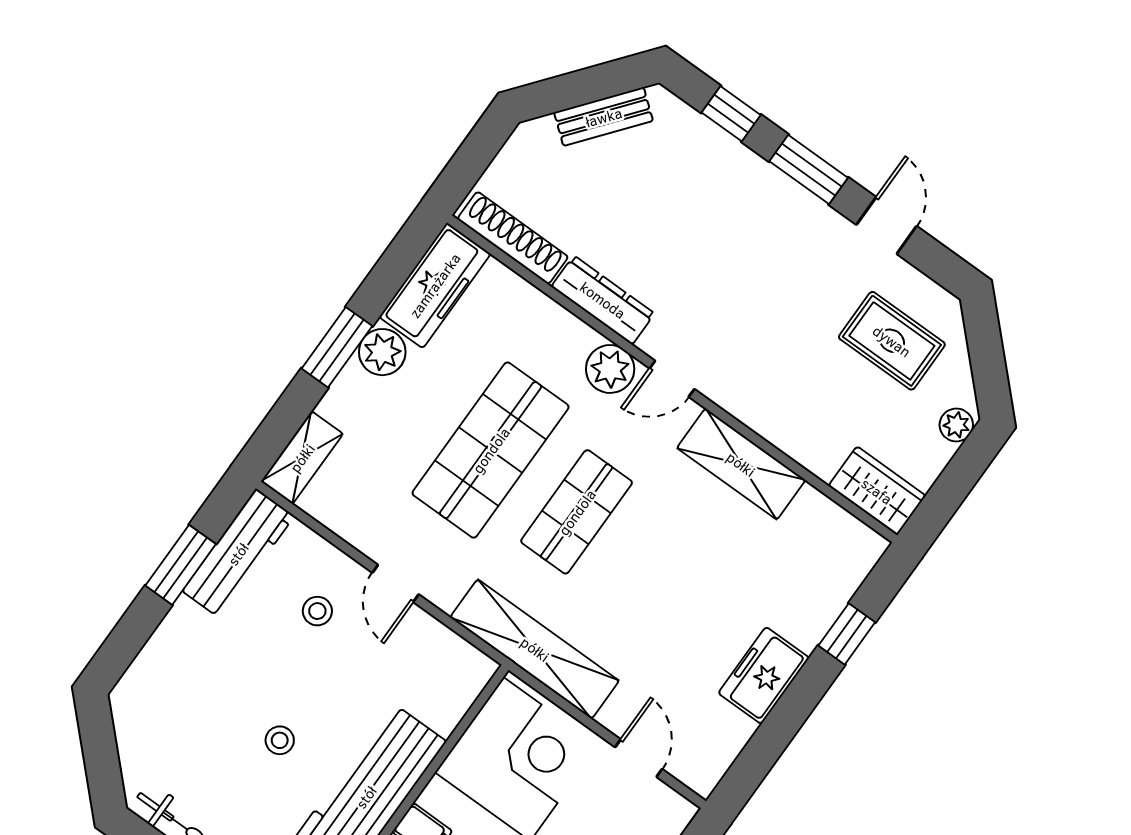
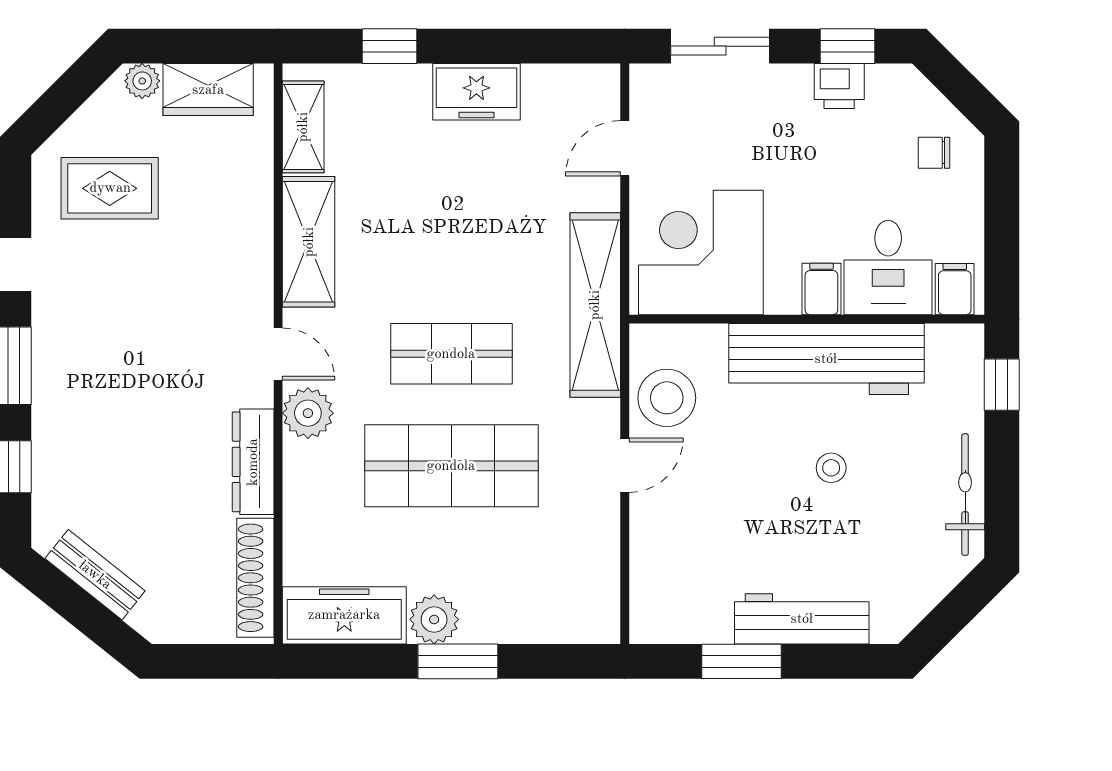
rug: (892, 341) -> (110, 188), turned 90
shelving: (302, 458) -> (303, 127), moved, turned 90
wardrobe: (877, 491) -> (208, 90), moved, turned -90
workbench: (238, 554) -> (802, 619), moved
stool: (317, 611) -> (667, 398), moved, width x1.89, depth x1.89

